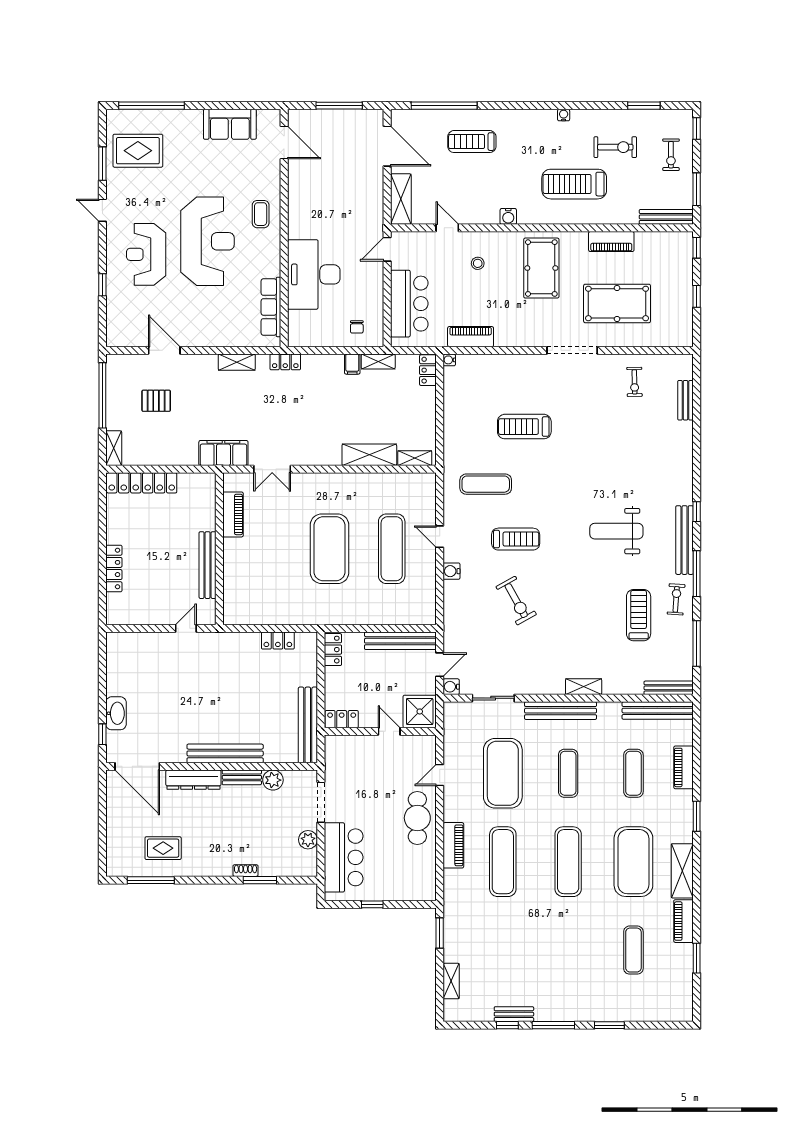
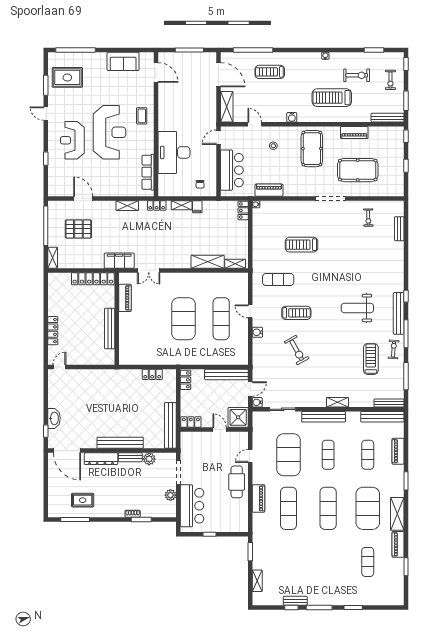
shelving: (378, 361) -> (182, 205), moved
pallet: (156, 401) -> (78, 229), width x1.50, depth x1.42
locker: (142, 483) -> (93, 279), moved
door: (186, 628) -> (59, 367), moved

